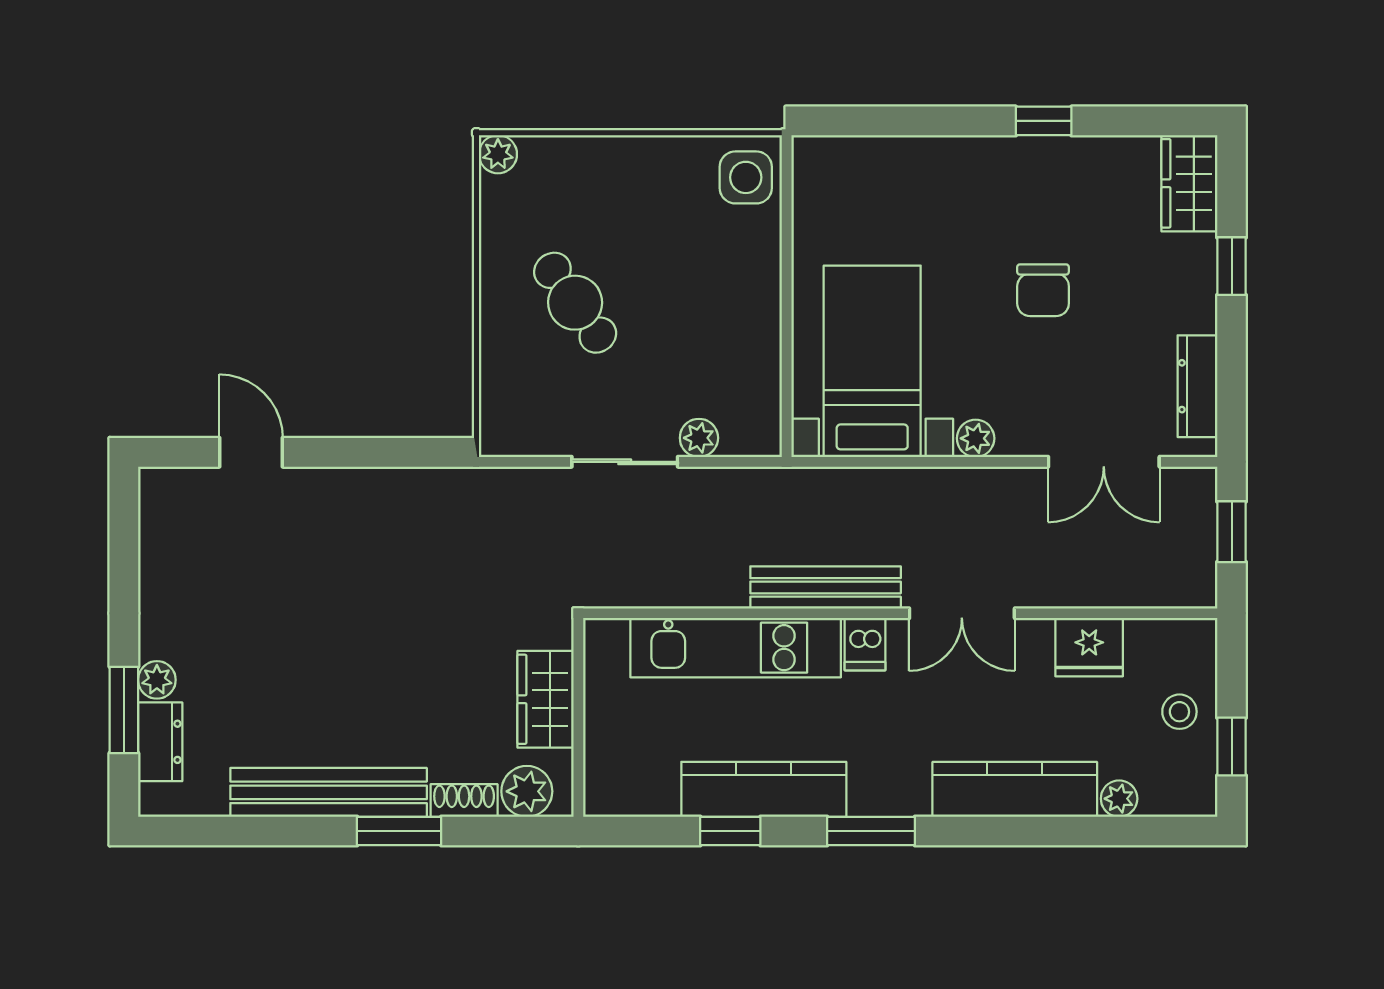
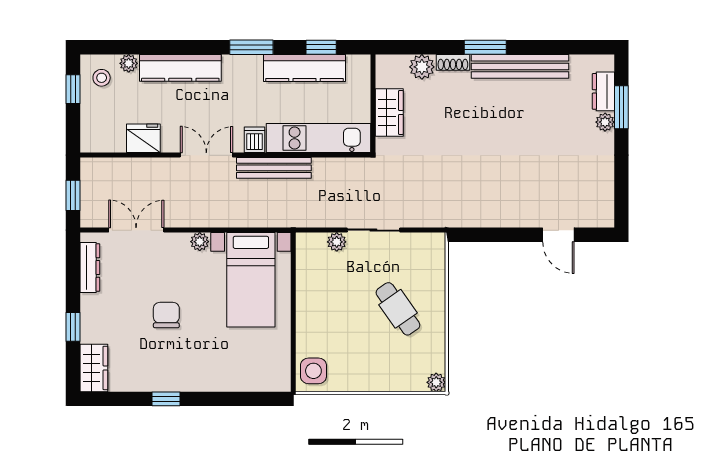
wardrobe: (545, 699) -> (389, 112), moved
stool: (1179, 712) -> (102, 78), moved
wall: (578, 717) -> (373, 104), moved

